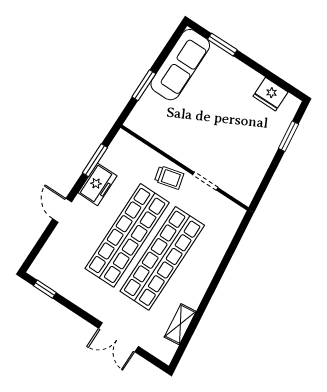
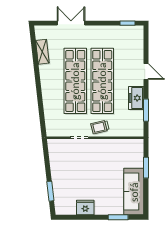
fridge: (270, 94) -> (85, 207), moved

